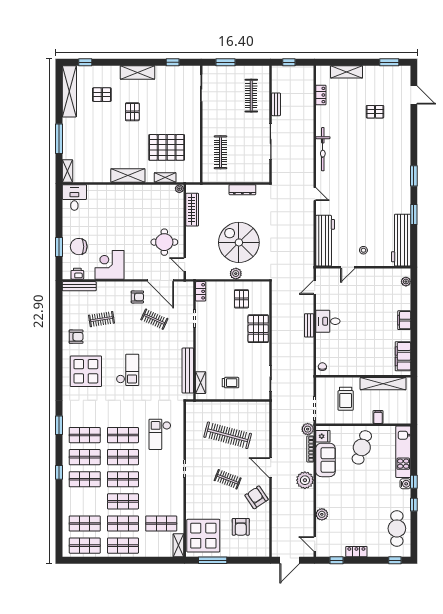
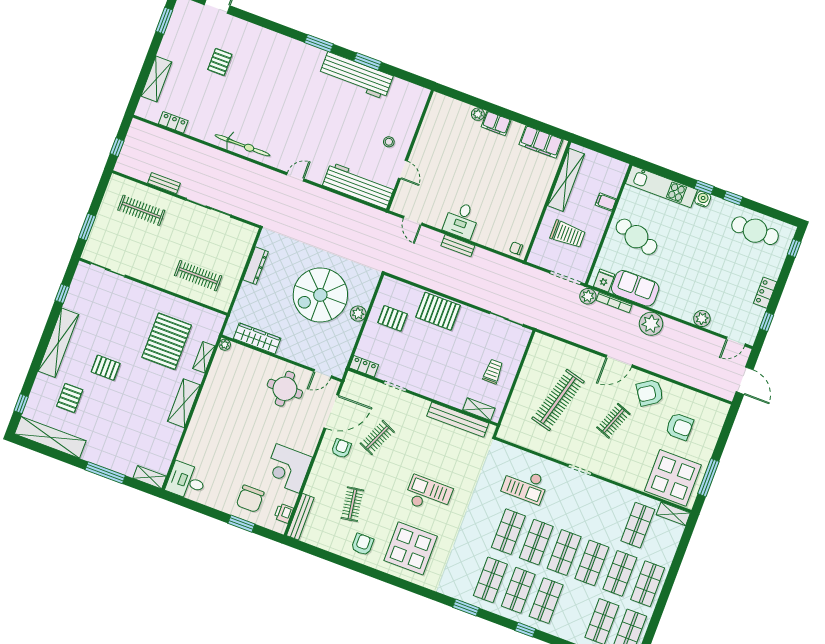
shelving: (137, 72) -> (58, 343), width x1.47
workbench: (401, 240) -> (356, 76), moved
plant: (406, 282) -> (478, 114), moved

